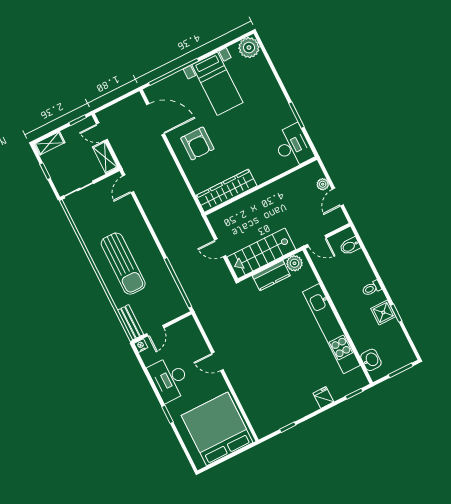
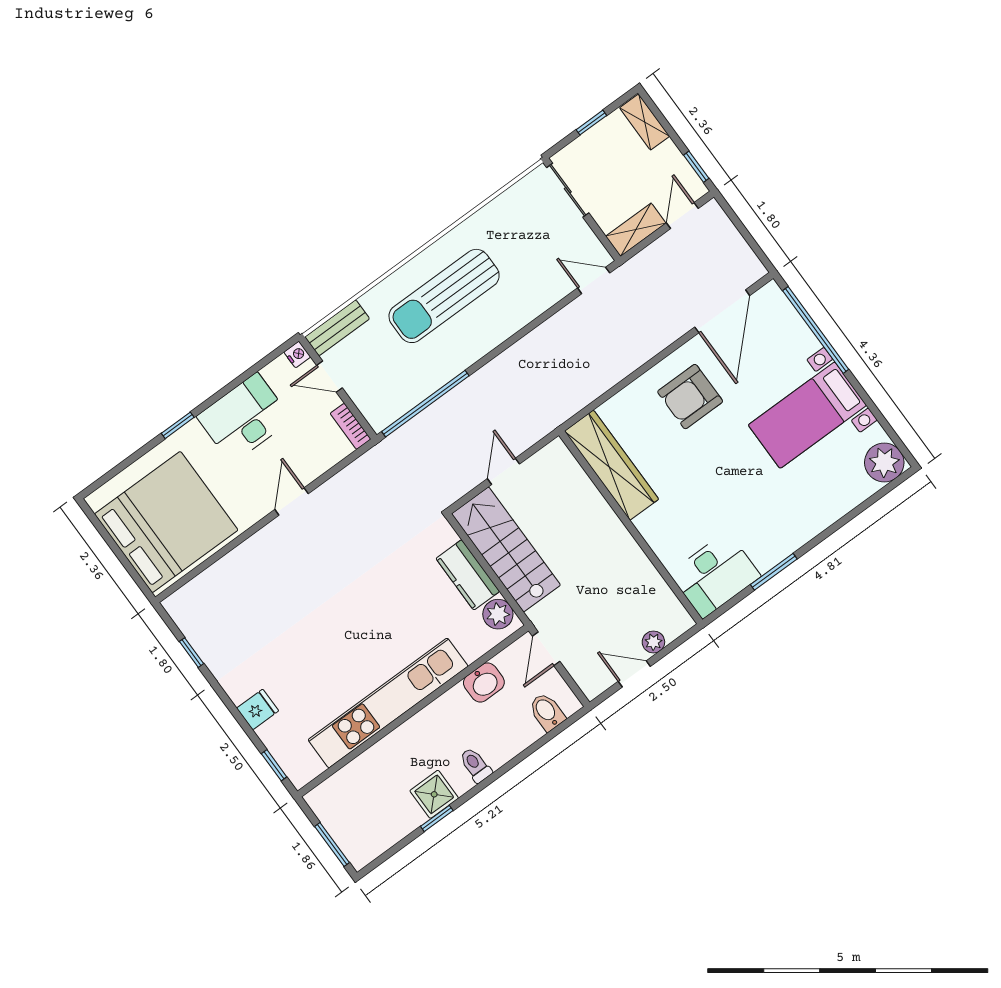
bookcase: (183, 324) -> (350, 426), added
washbasin: (371, 360) -> (484, 683), moved

